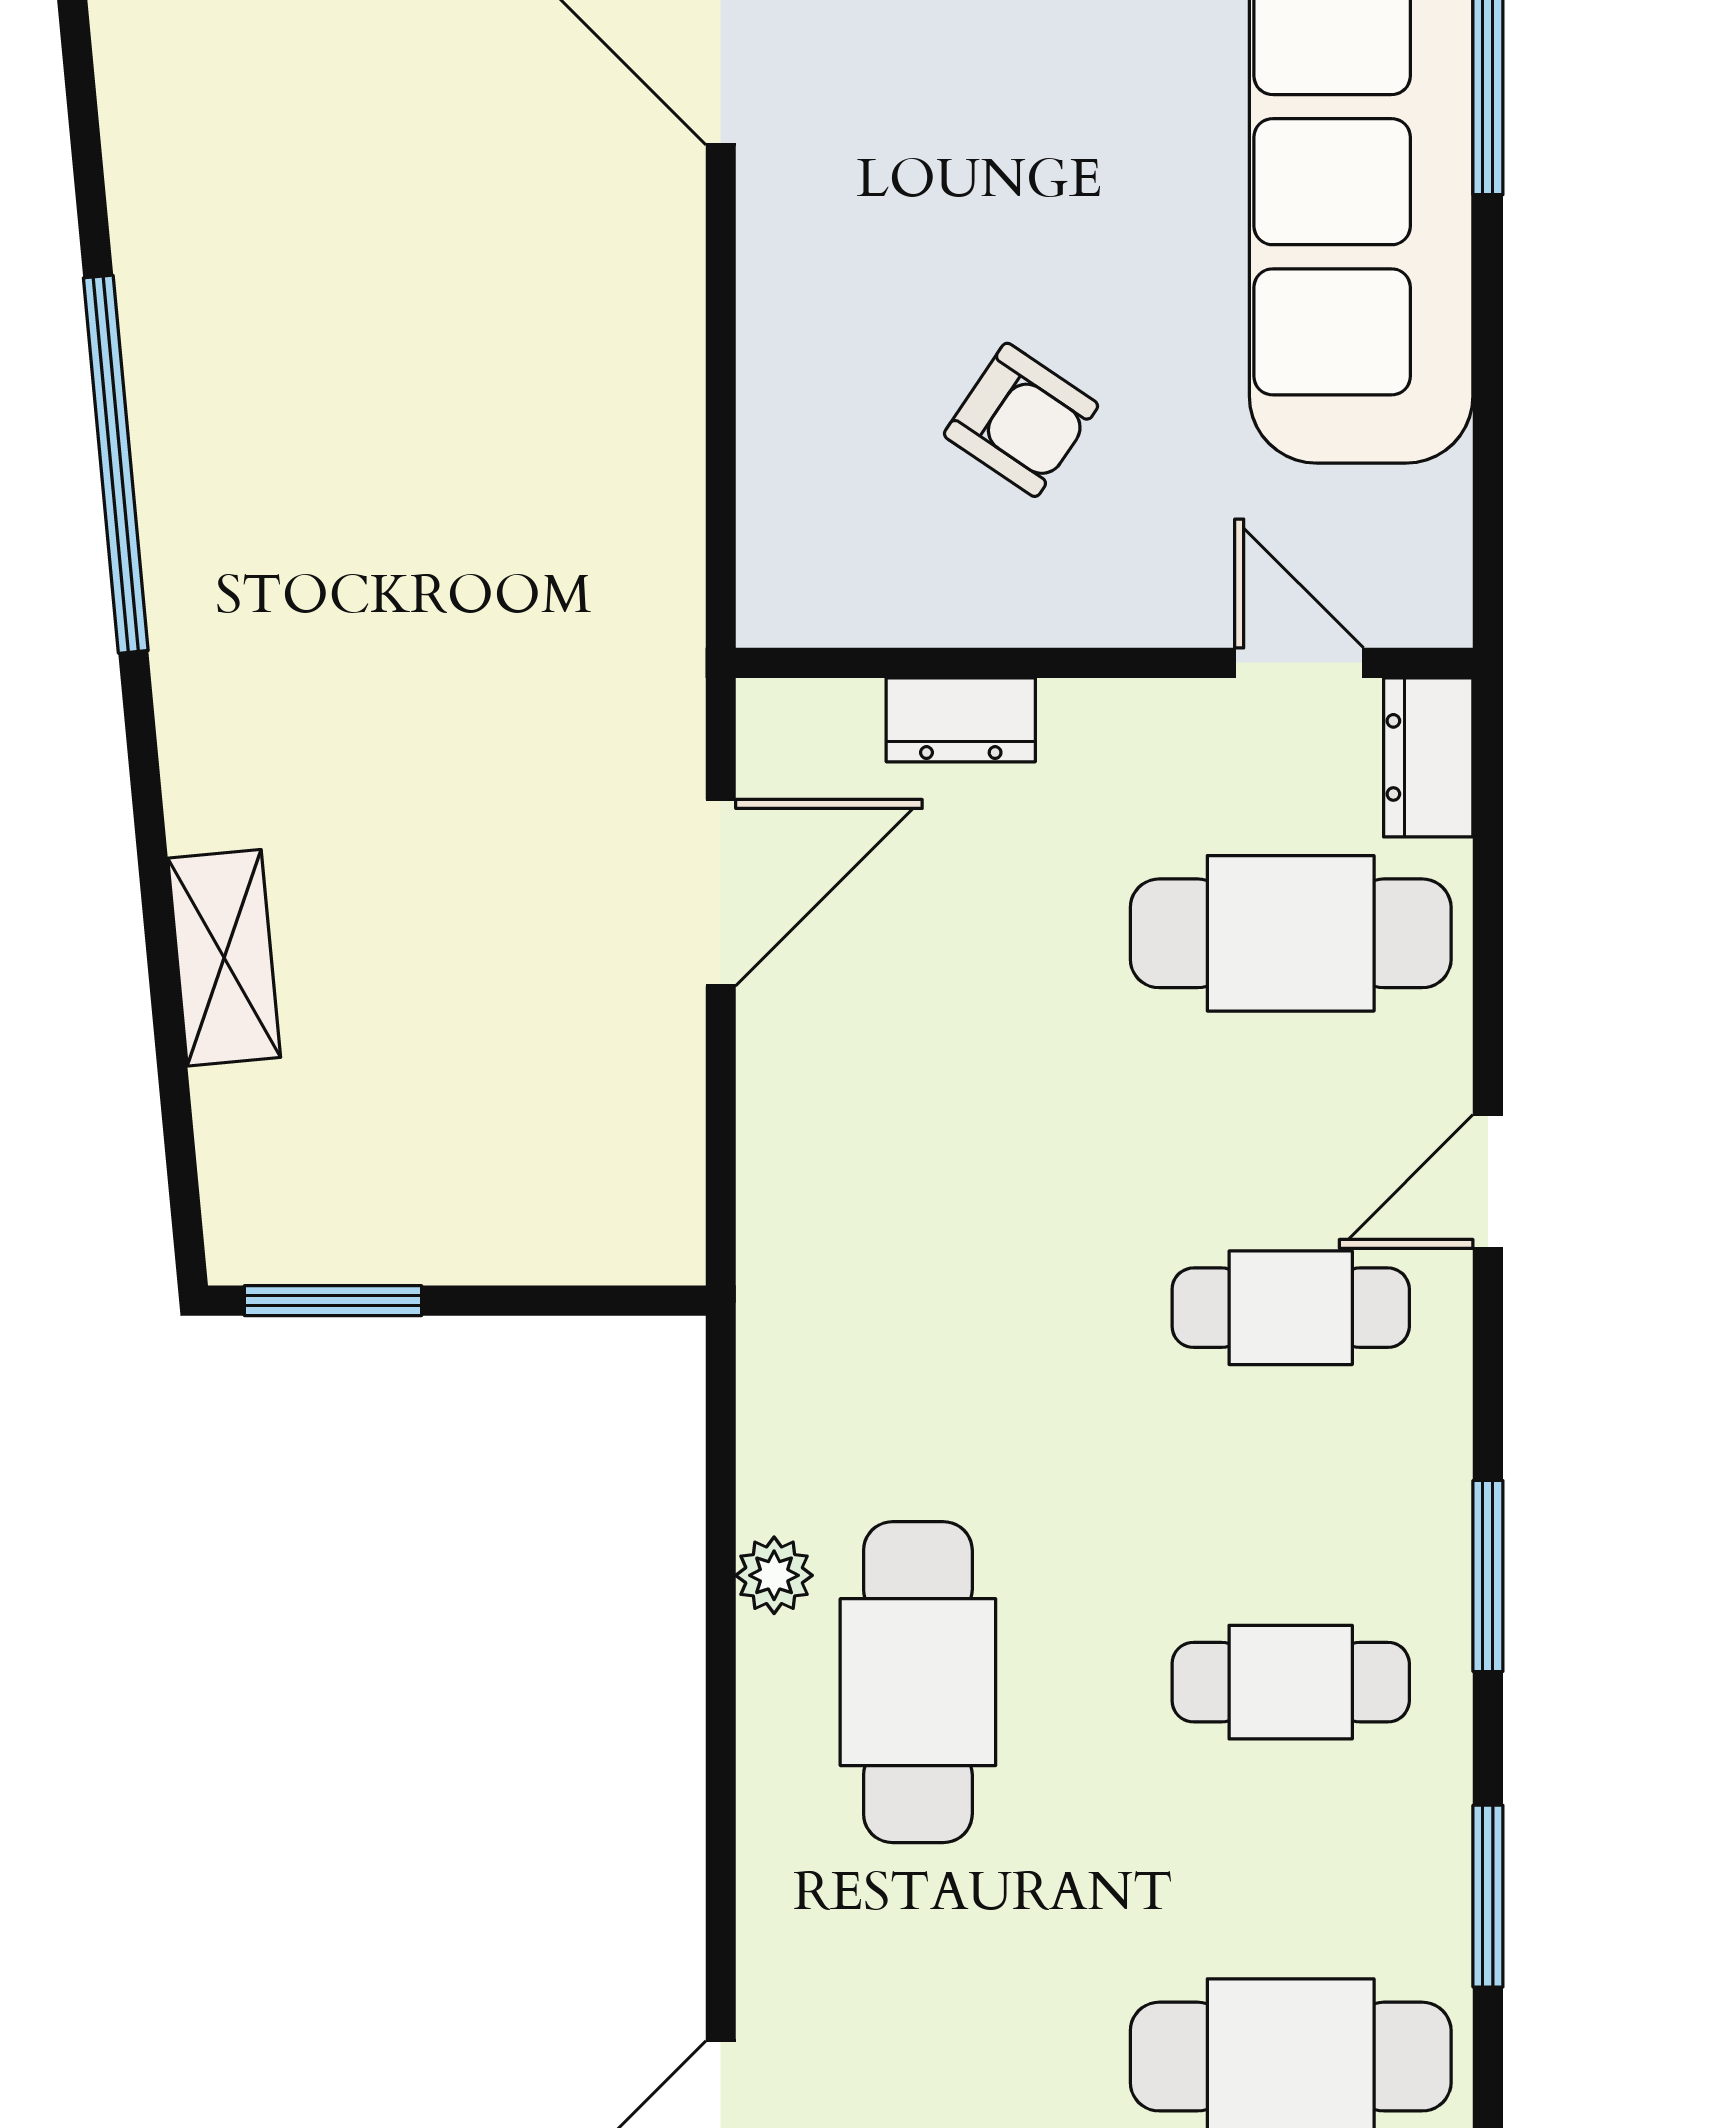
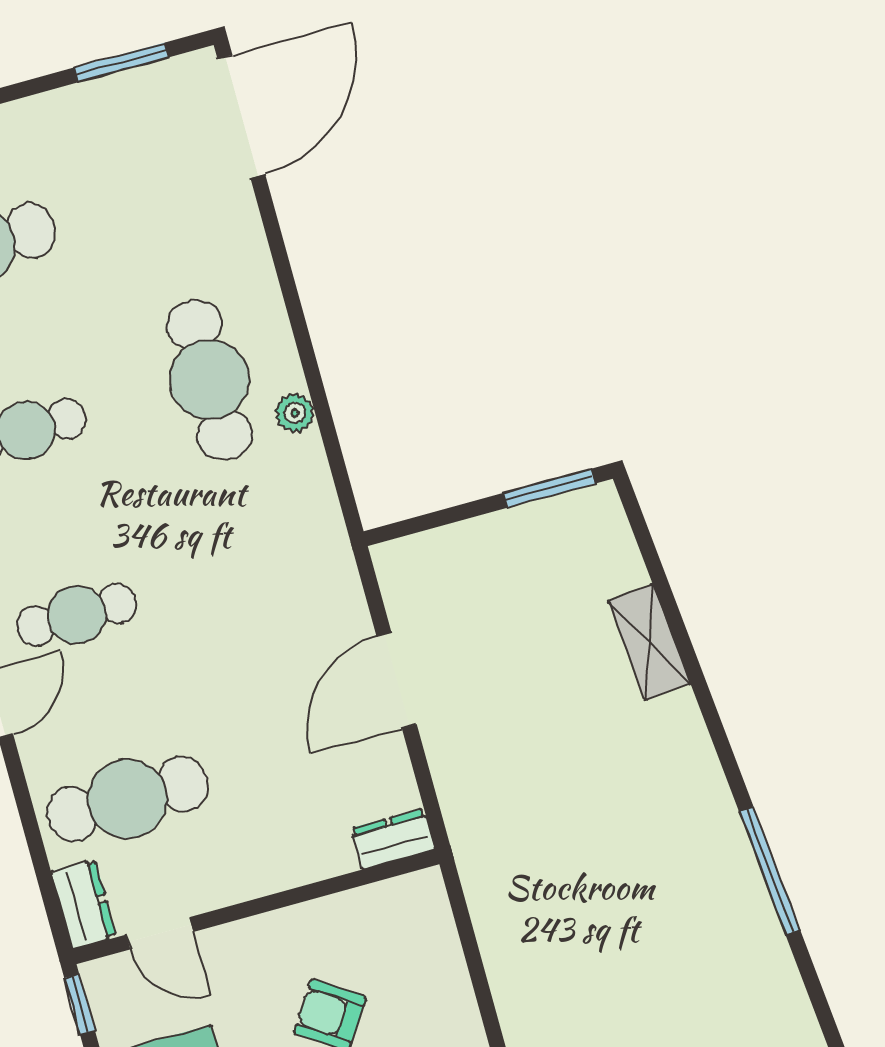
window: (116, 464) -> (770, 871), width x0.68
window: (1488, 570) -> (80, 1004), added
dresser: (961, 720) -> (393, 839), moved
door: (721, 893) -> (397, 680), moved

